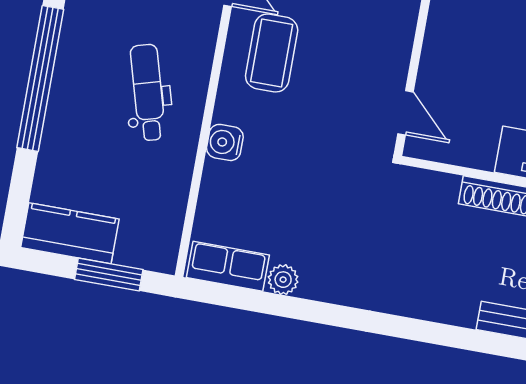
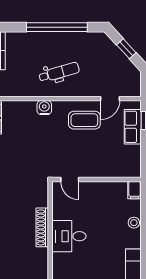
door: (405, 113) -> (70, 180), hinge flipped

